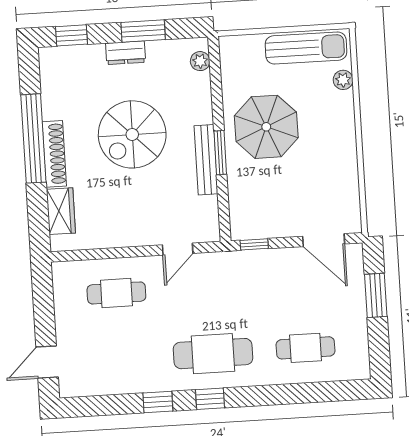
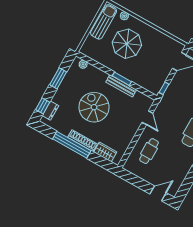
dresser: (126, 53) -> (50, 111), moved
parasol: (266, 127) -> (127, 44), moved
spiral stairs: (132, 134) -> (94, 107), turned 180
door: (47, 362) -> (158, 193), swing flipped

